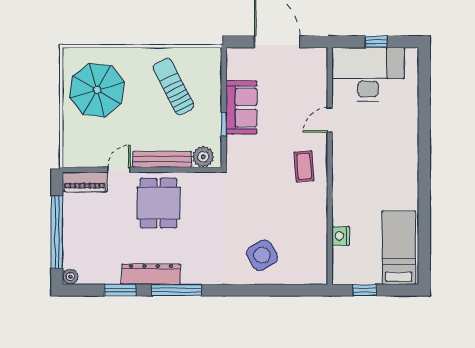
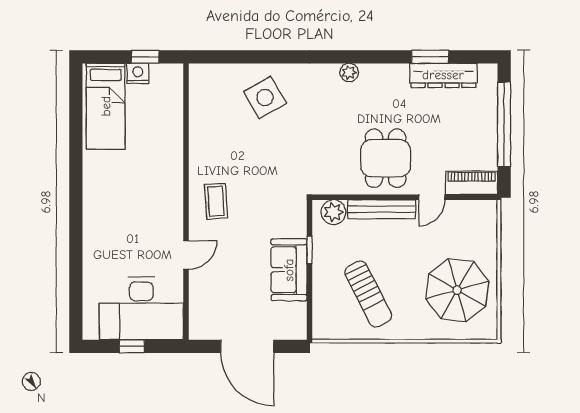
nightstand: (341, 236) -> (138, 73), moved, turned -90
dresser: (151, 274) -> (443, 75), moved
plant: (70, 277) -> (349, 73), moved
window: (177, 290) -> (365, 57), removed

